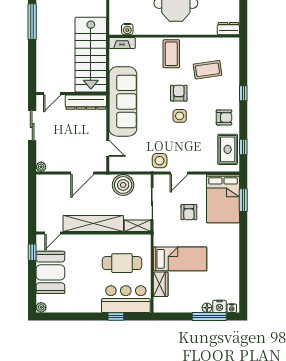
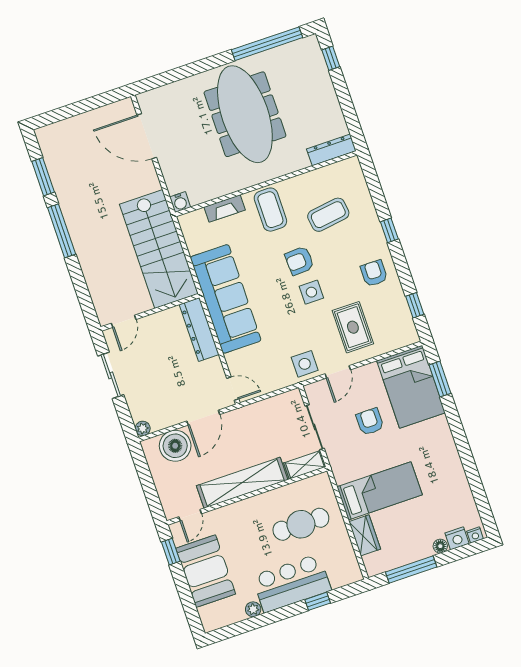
water cooler: (127, 29) -> (180, 202), moved
dresser: (228, 29) -> (331, 150), width x1.44
fireplace: (122, 43) -> (225, 208), moved
armchair: (179, 93) -> (299, 261), turned -93
dresser: (86, 102) -> (199, 330), moved, turned 90
armchair: (224, 117) -> (374, 273), turned -90
door: (108, 148) -> (233, 389), moved
rug: (228, 149) -> (353, 327), moved
boiler: (123, 185) -> (175, 446), moved
armchair: (189, 212) -> (370, 422), turned 180
bar counter: (126, 299) -> (292, 583), moved
plant: (41, 307) -> (253, 609), moved
window: (209, 316) -> (411, 570), moved

